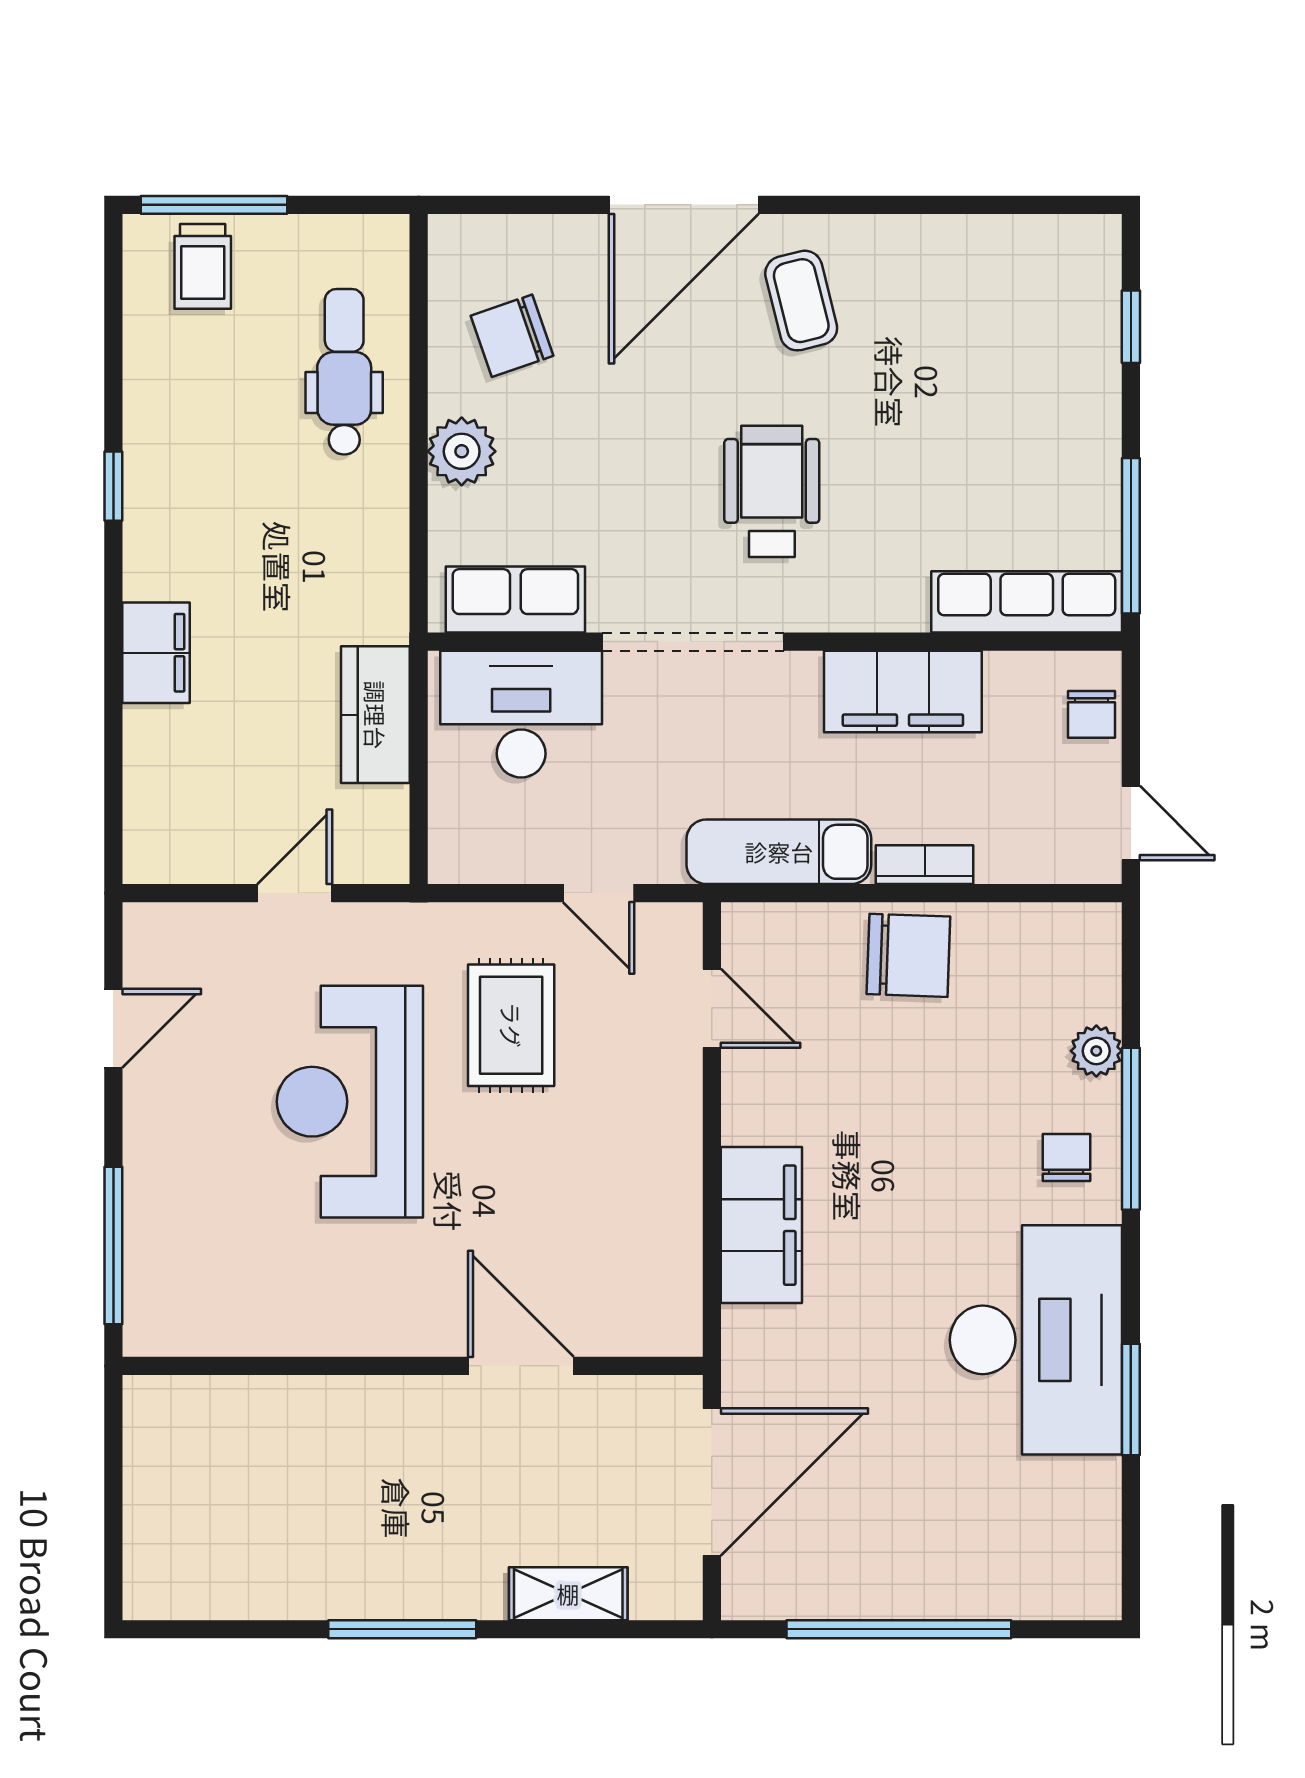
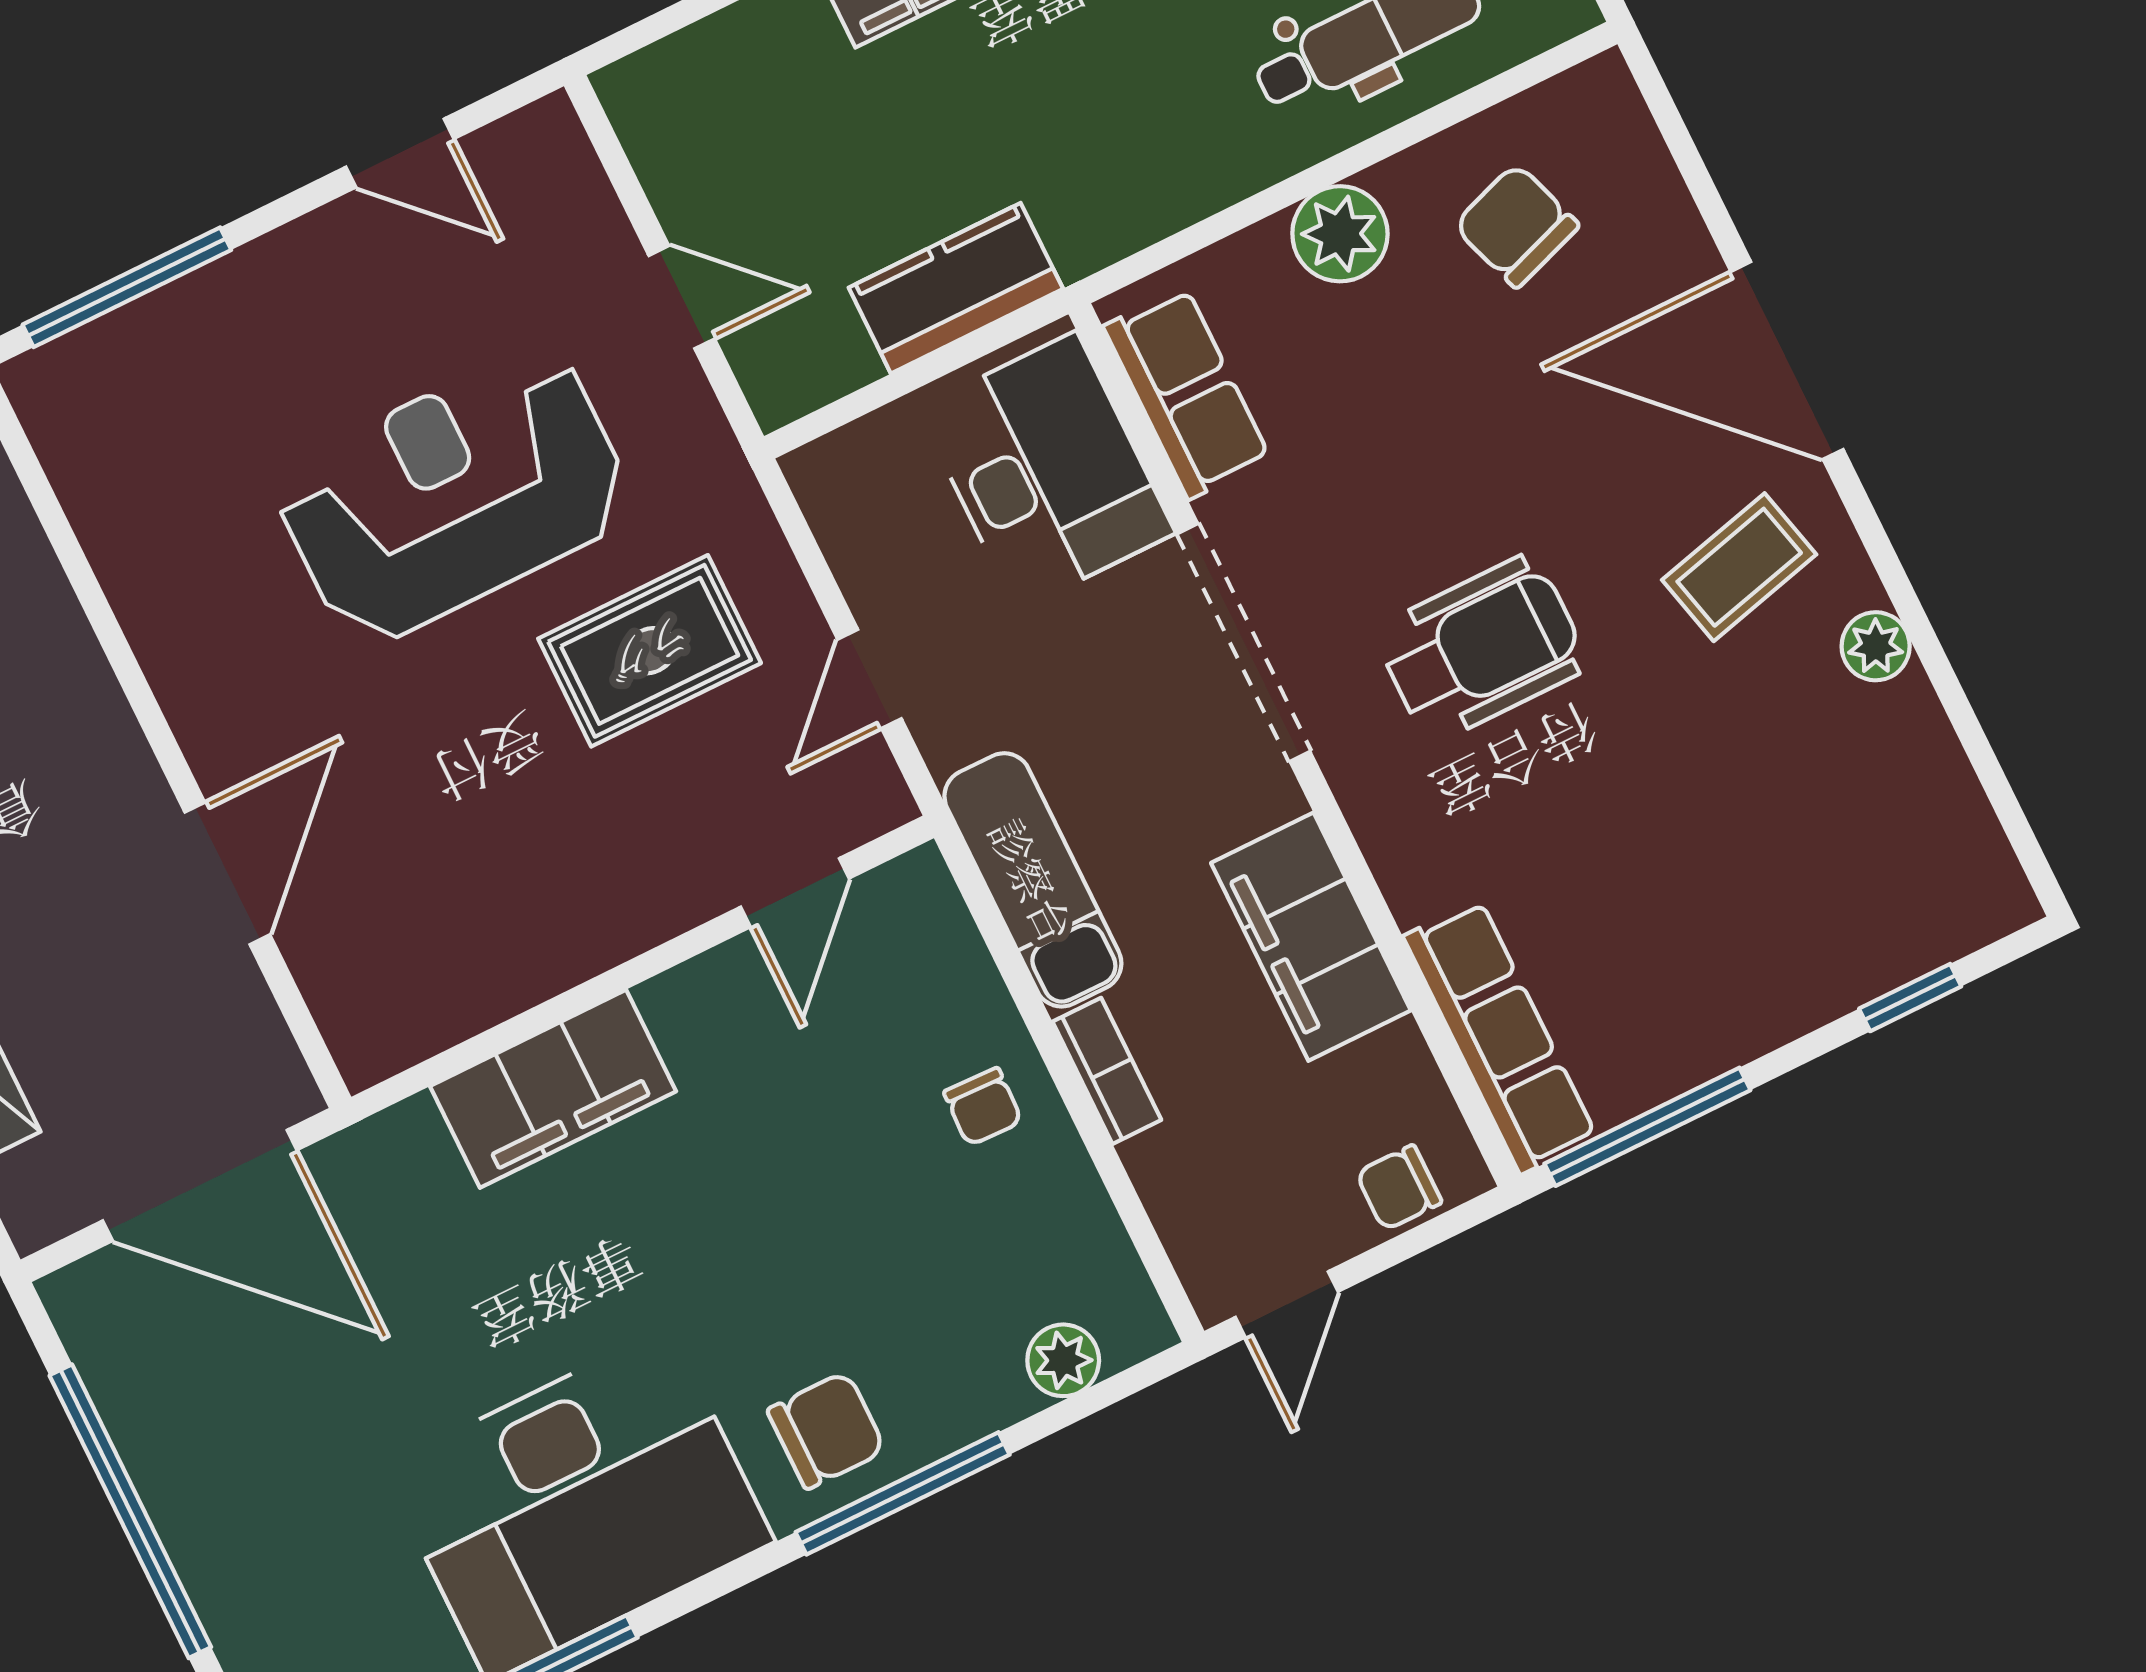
plant: (895, 238) -> (1876, 646), added
chair: (908, 955) -> (983, 1107), width x0.54, depth x0.54
plant: (1096, 1051) -> (1063, 1360), moved
chair: (1066, 1158) -> (826, 1430), width x1.37, depth x1.37

